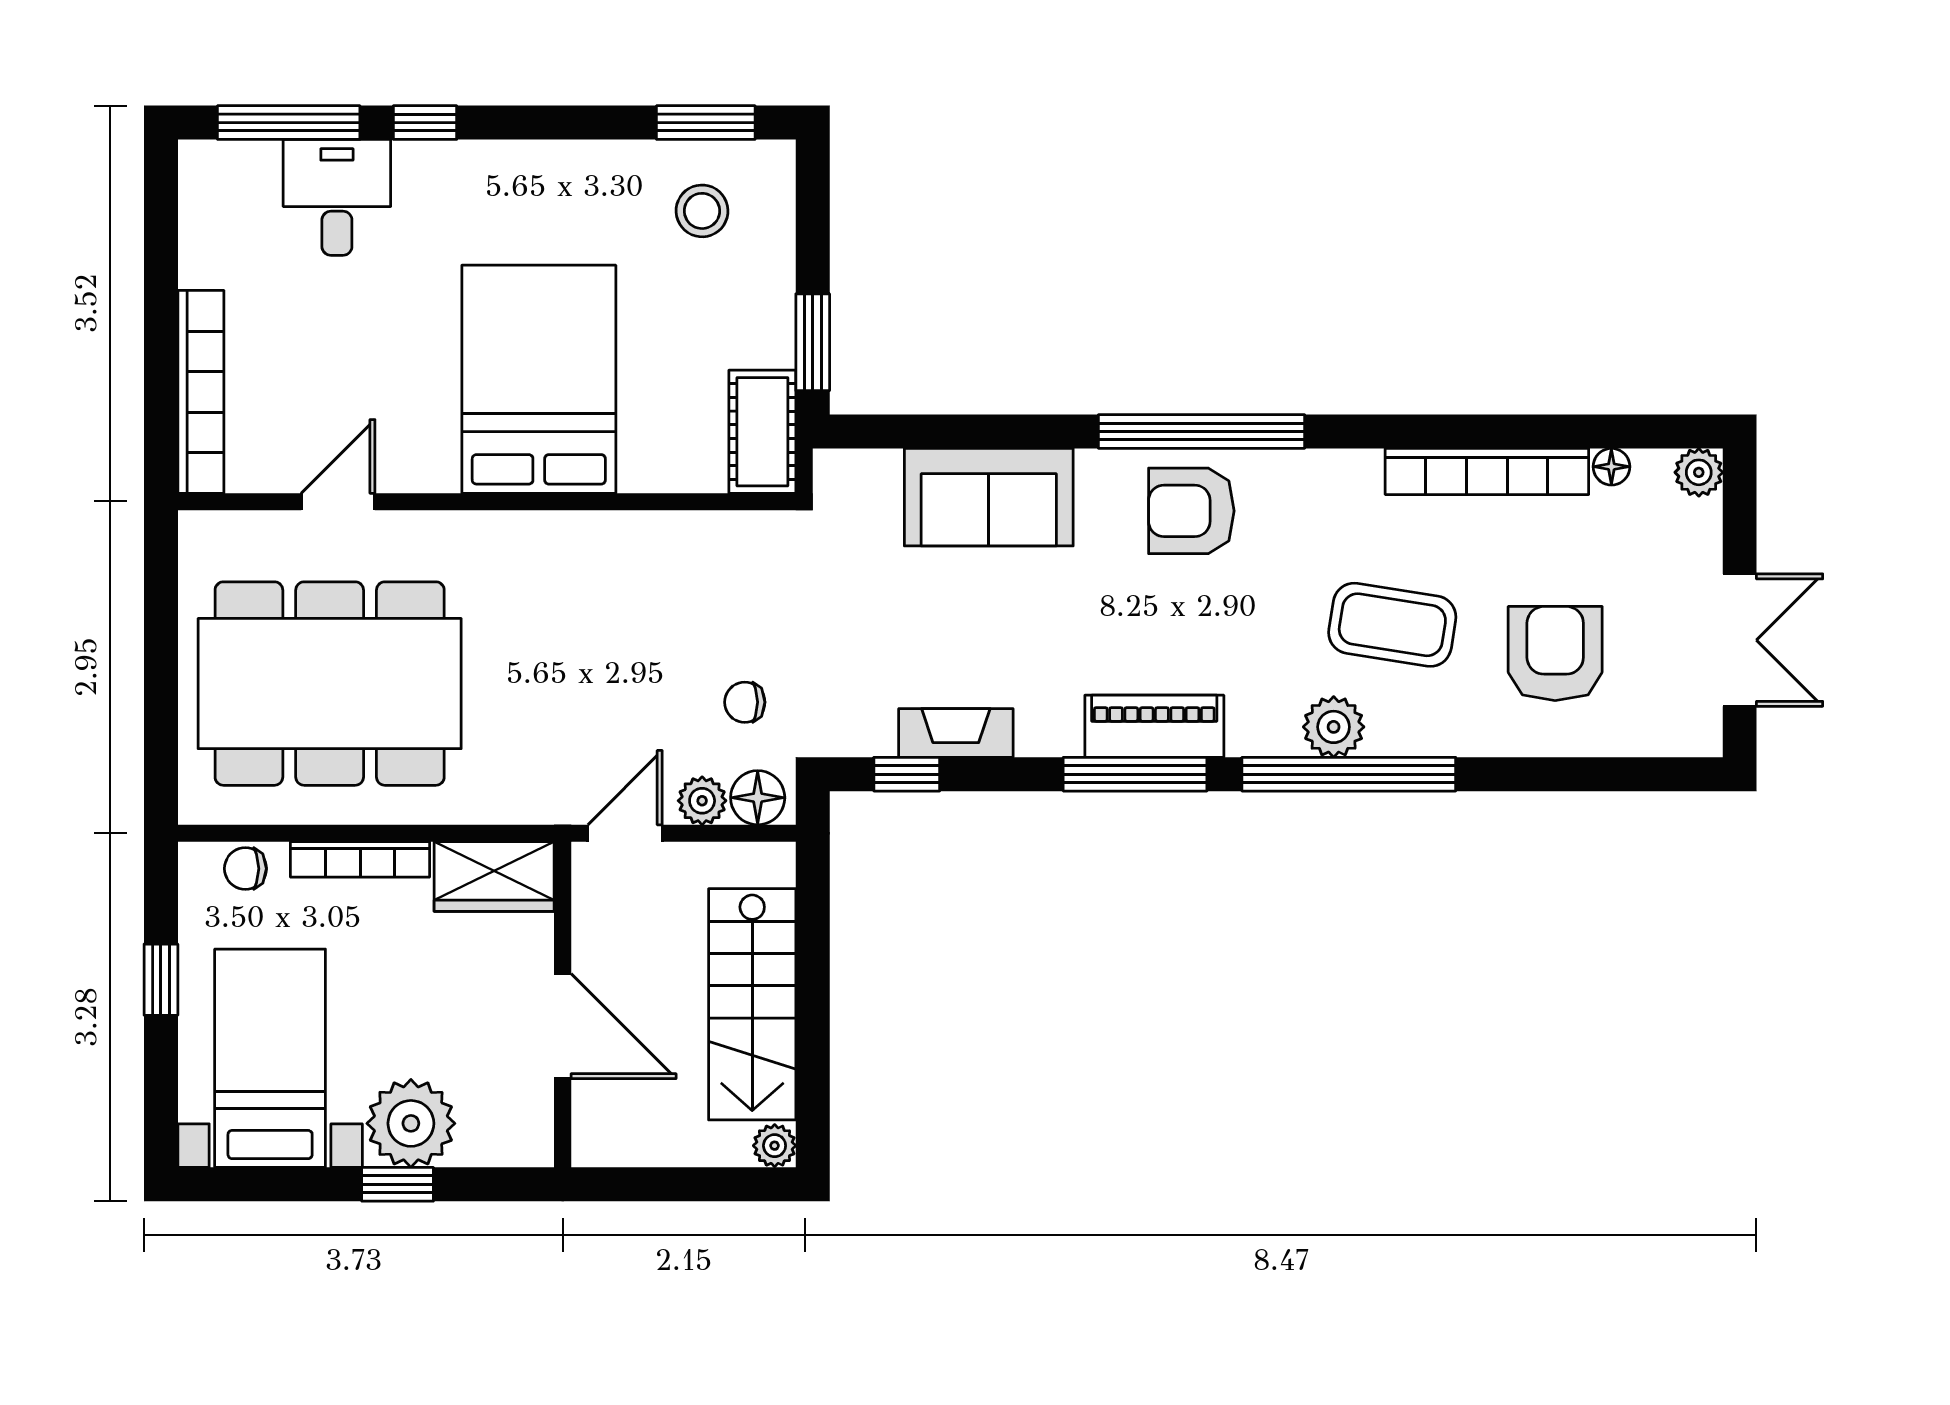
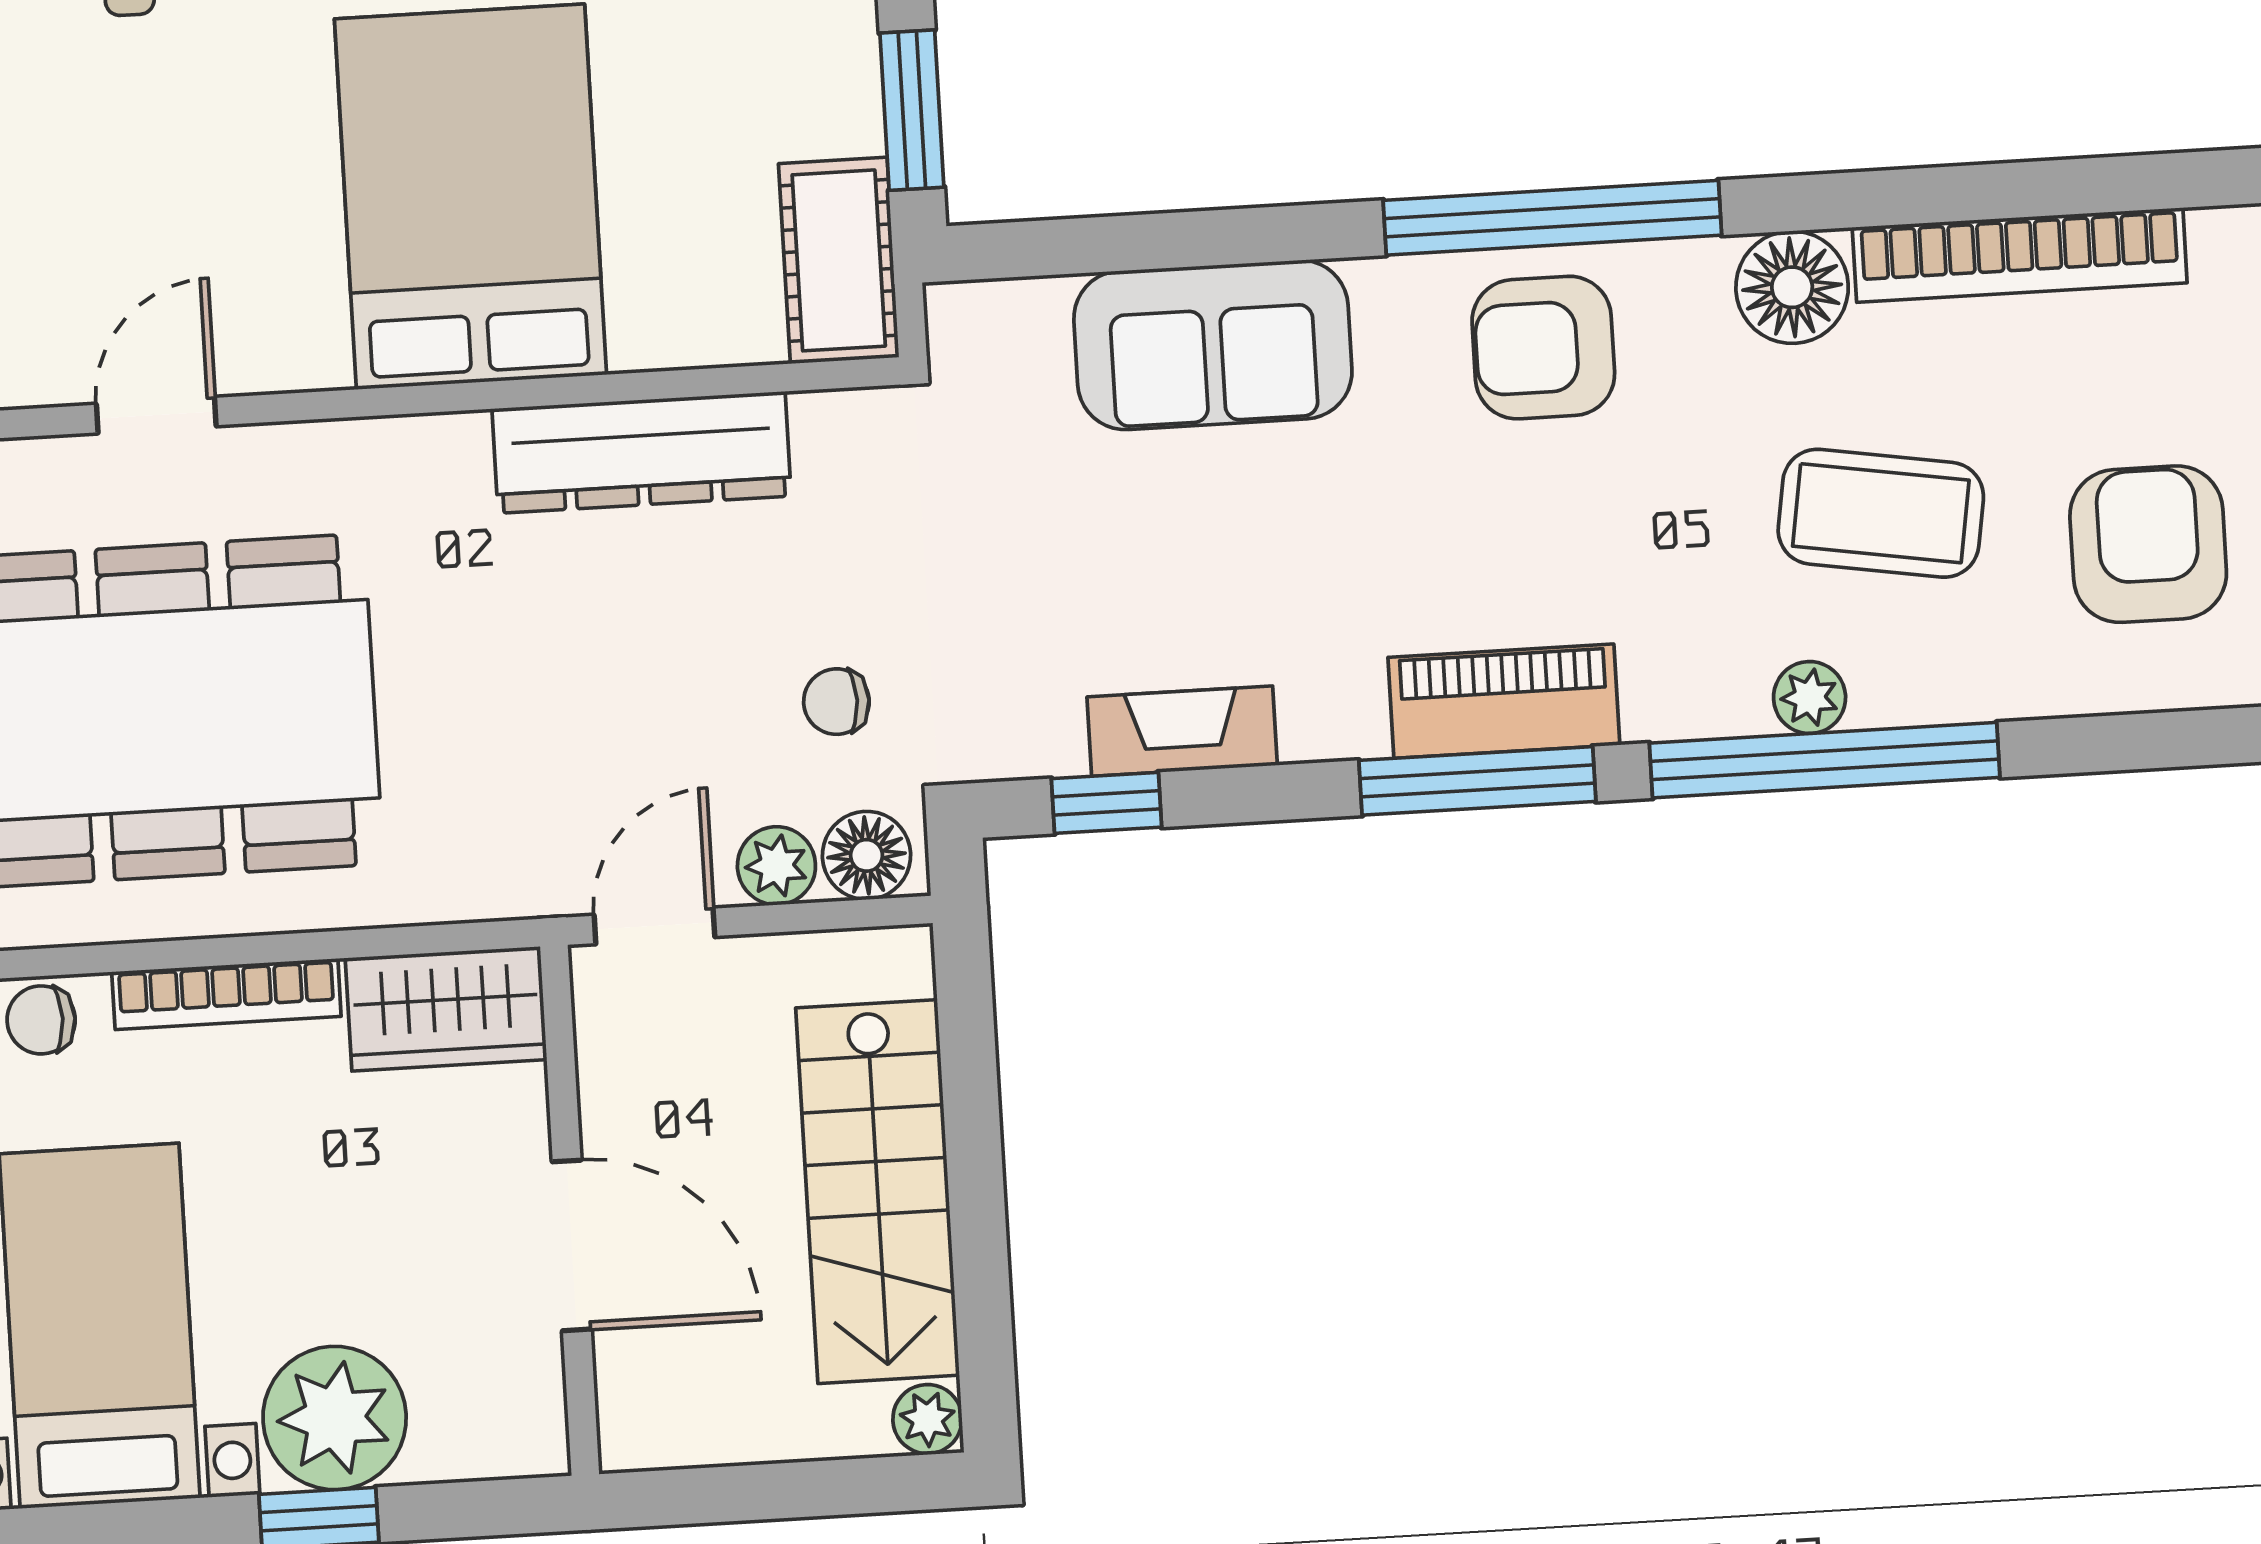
floor lamp: (1611, 467) -> (1792, 287), moved, width x1.89, depth x1.89
dresser: (634, 542) -> (642, 452), added
plant: (1334, 727) -> (1810, 698), width x0.73, depth x0.73

